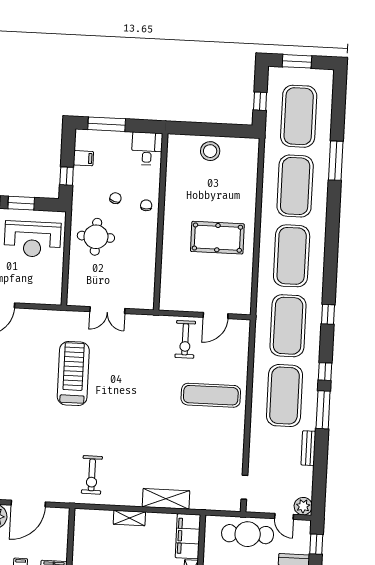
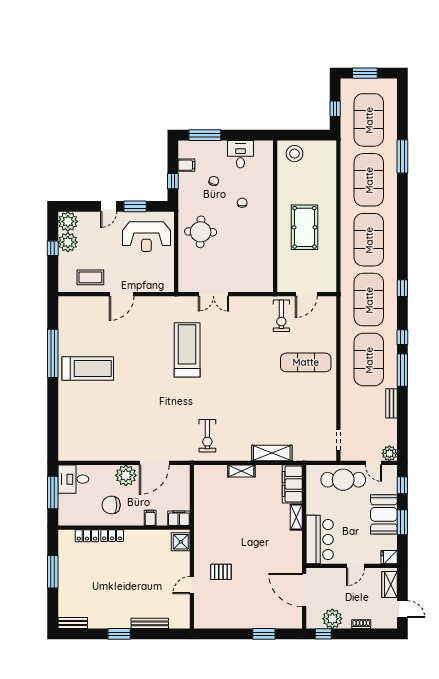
chair: (115, 198) -> (214, 181), moved
wall: (161, 222) -> (275, 216), moved
pool table: (217, 238) -> (305, 227), turned 90

